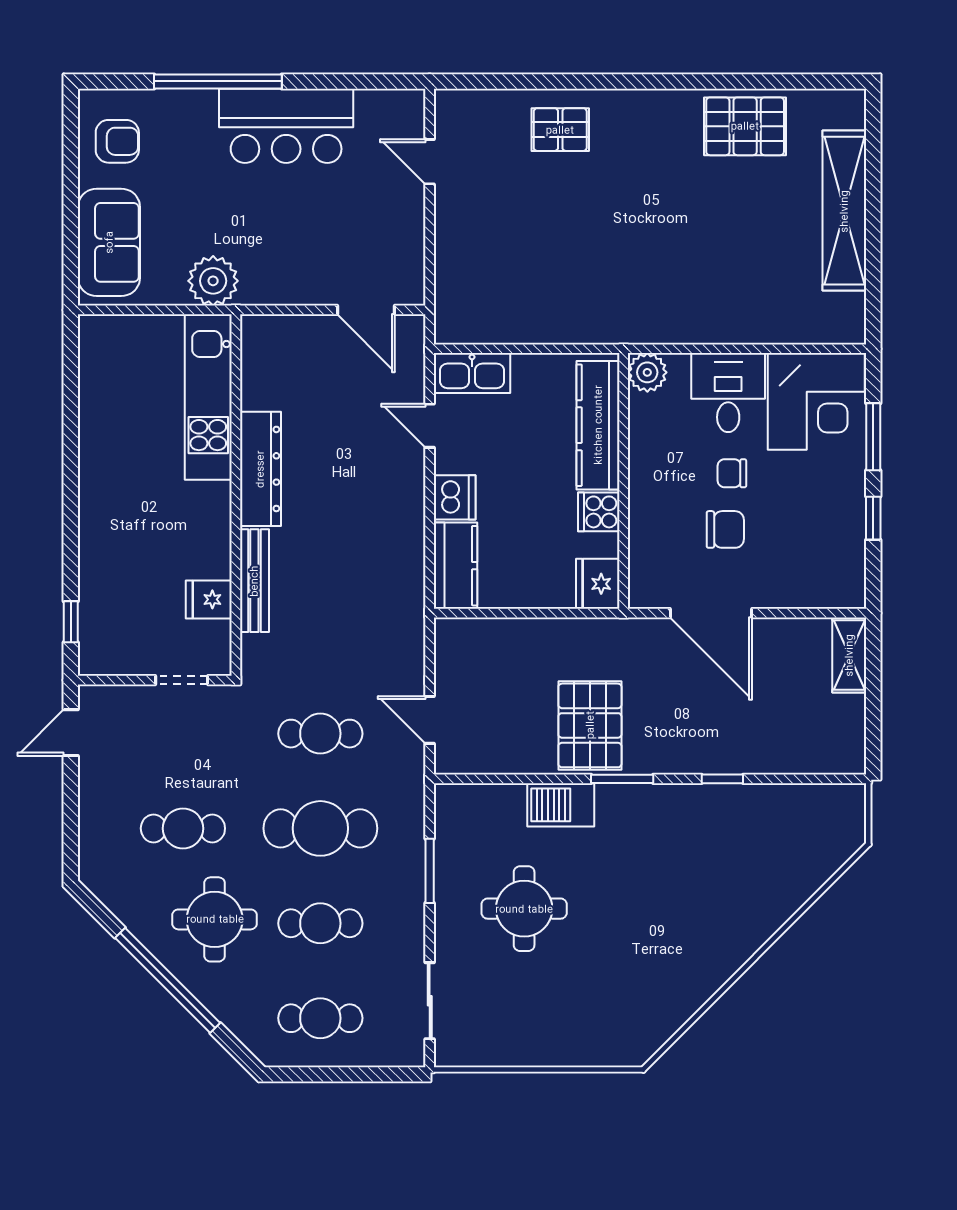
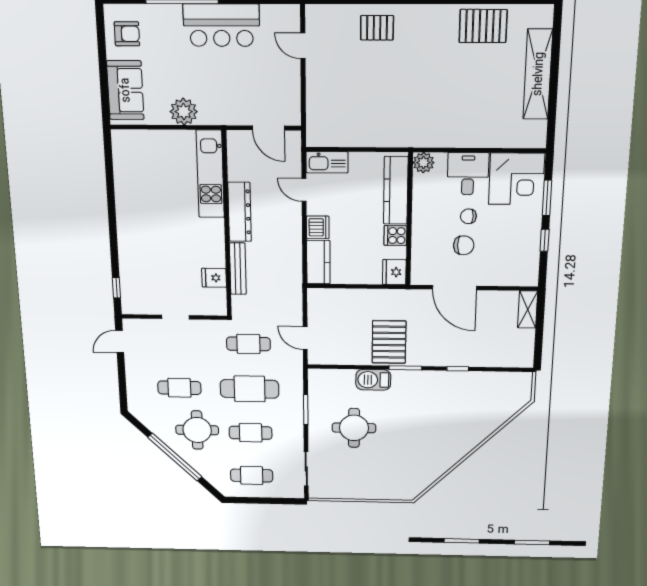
kitchen unit: (208, 397) -> (210, 174), moved
dresser: (260, 469) -> (240, 212), moved
wall: (236, 495) -> (227, 225), moved
bench: (254, 581) -> (238, 269), moved
fridge: (209, 599) -> (214, 278), moved

